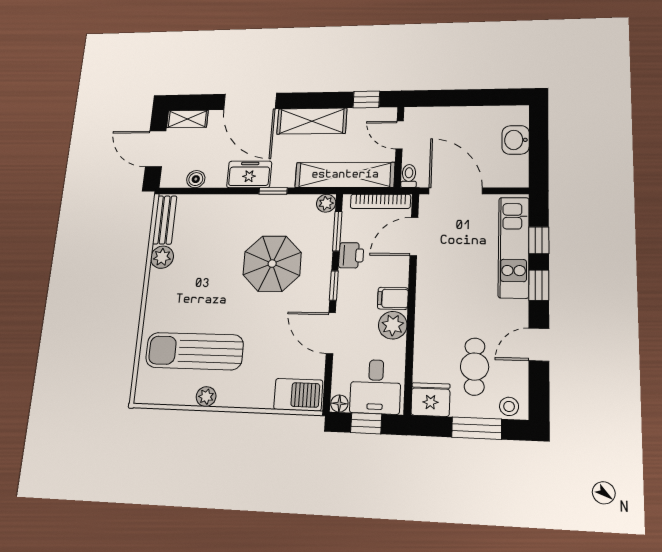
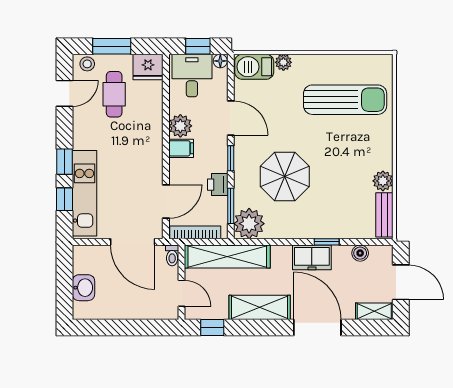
window: (273, 191) -> (327, 242), moved
plant: (326, 203) -> (249, 224), width x1.88, depth x1.88
door: (539, 345) -> (65, 93), moved
plant: (206, 397) -> (283, 62), moved

